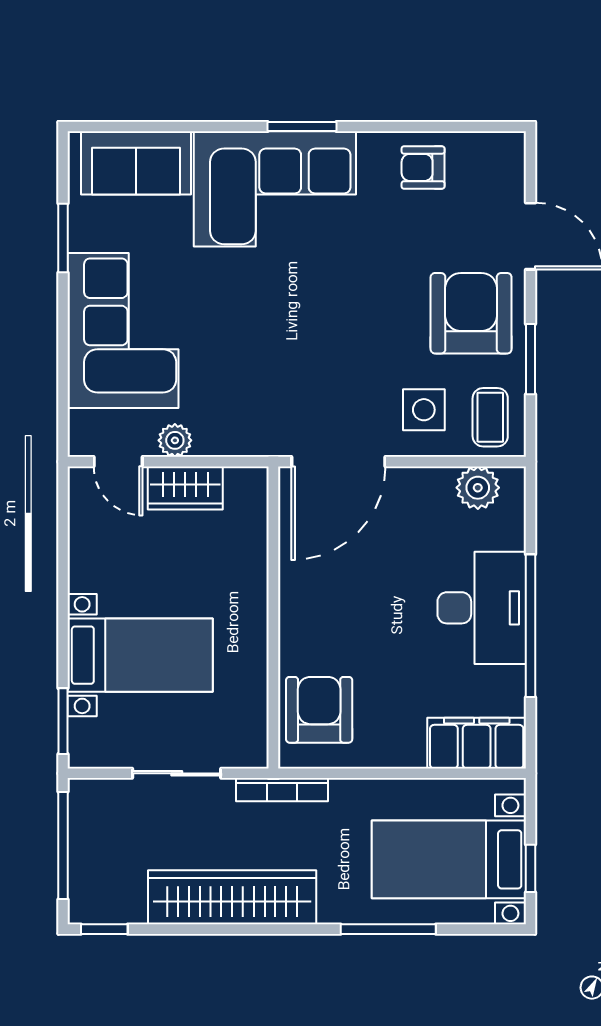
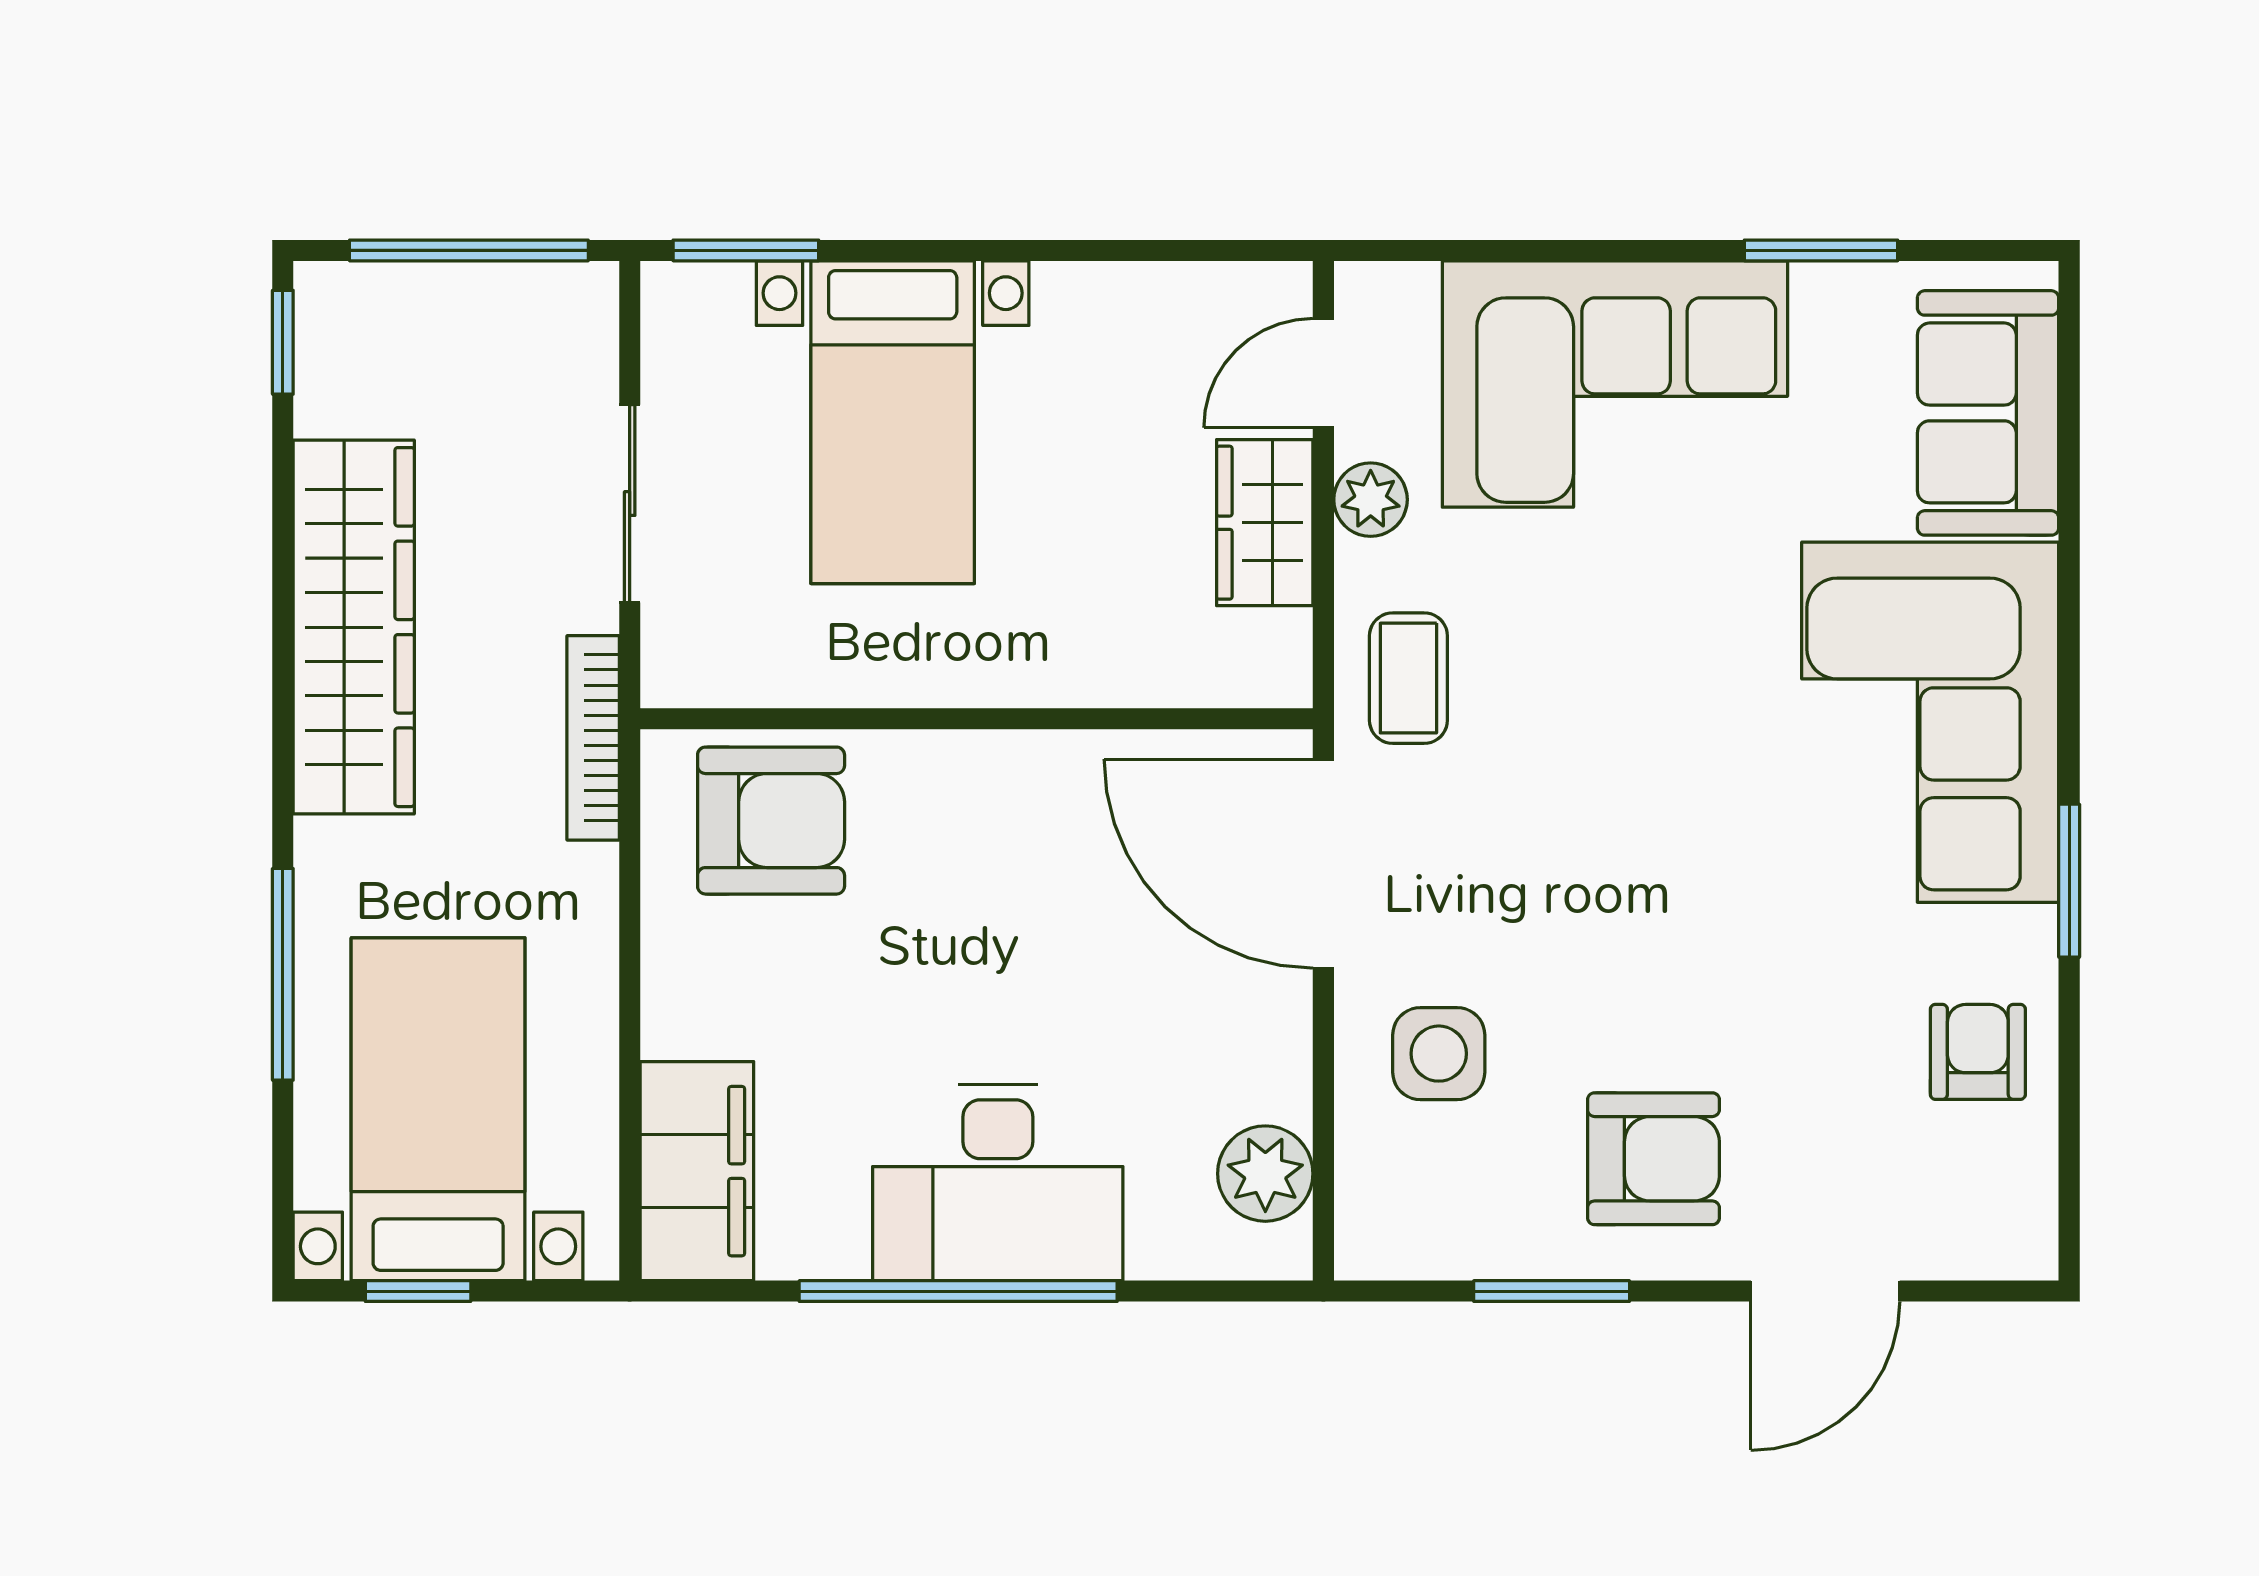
window: (302, 126) -> (2069, 881), moved
armchair: (471, 313) -> (1653, 1159), width x0.73, depth x0.73
coffee table: (490, 417) -> (1408, 678), moved, turned 90

